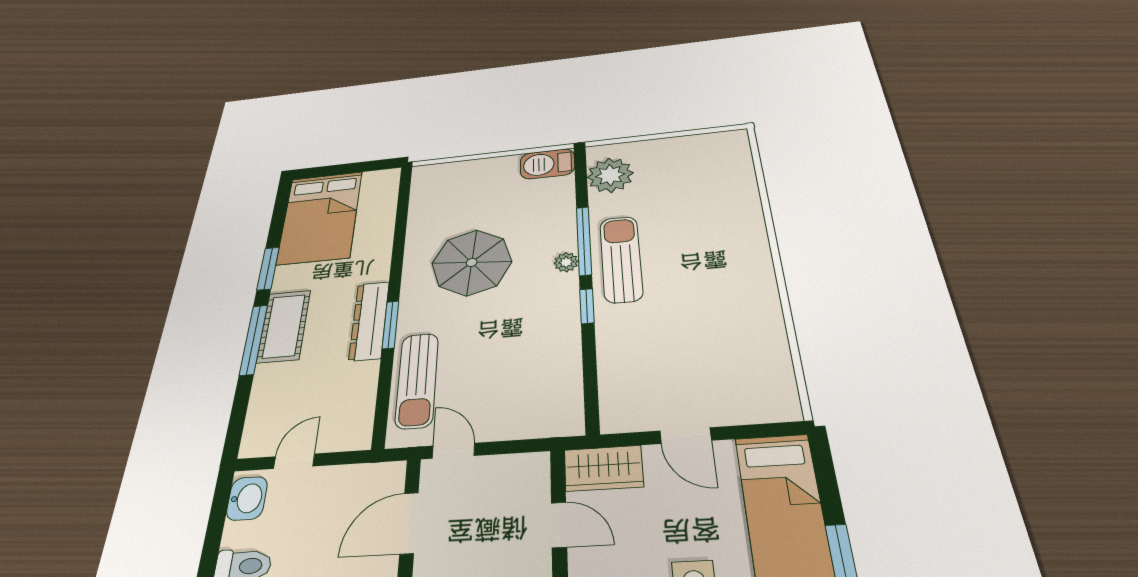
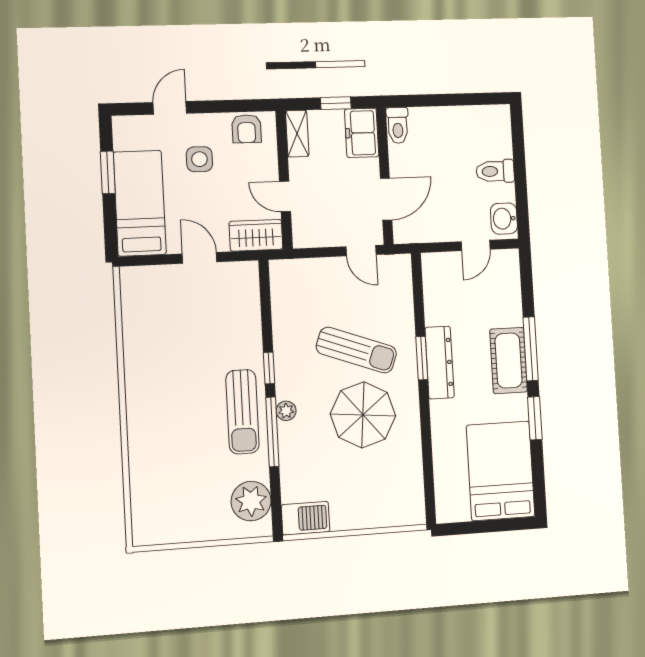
sun lounger: (417, 380) -> (356, 350), moved, turned 110

